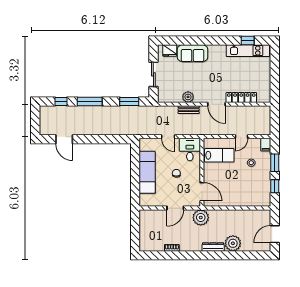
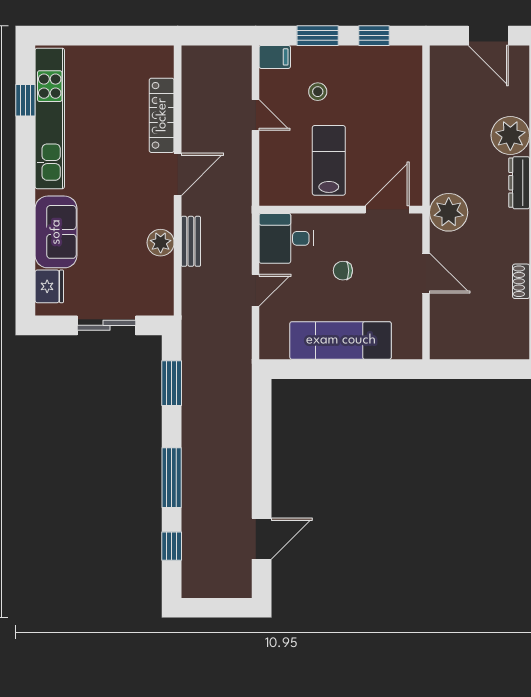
kitchen unit: (248, 51) -> (50, 118), width x1.36
lab bench: (219, 155) -> (329, 160), moved

